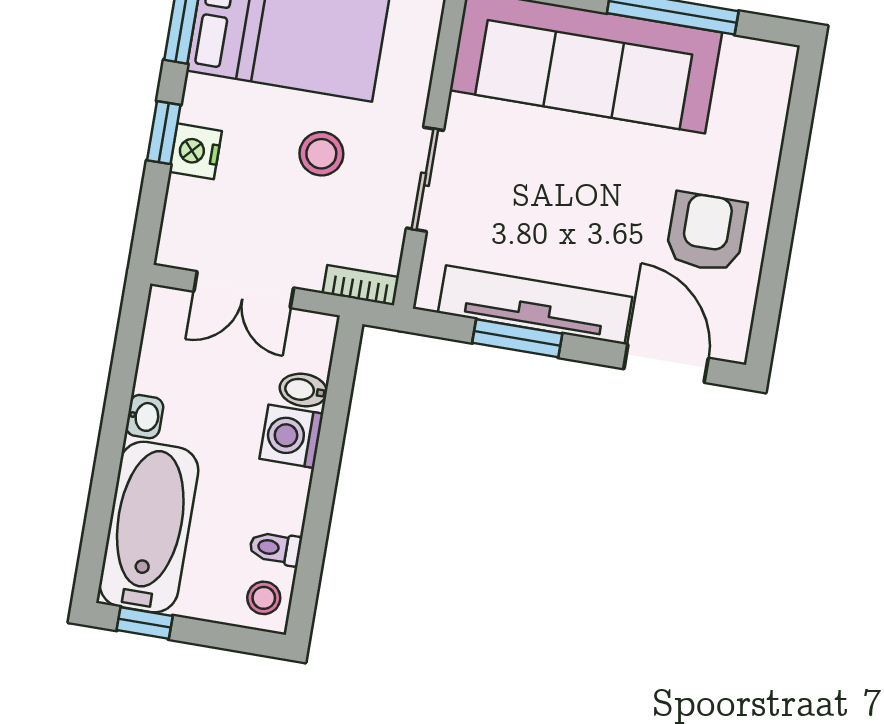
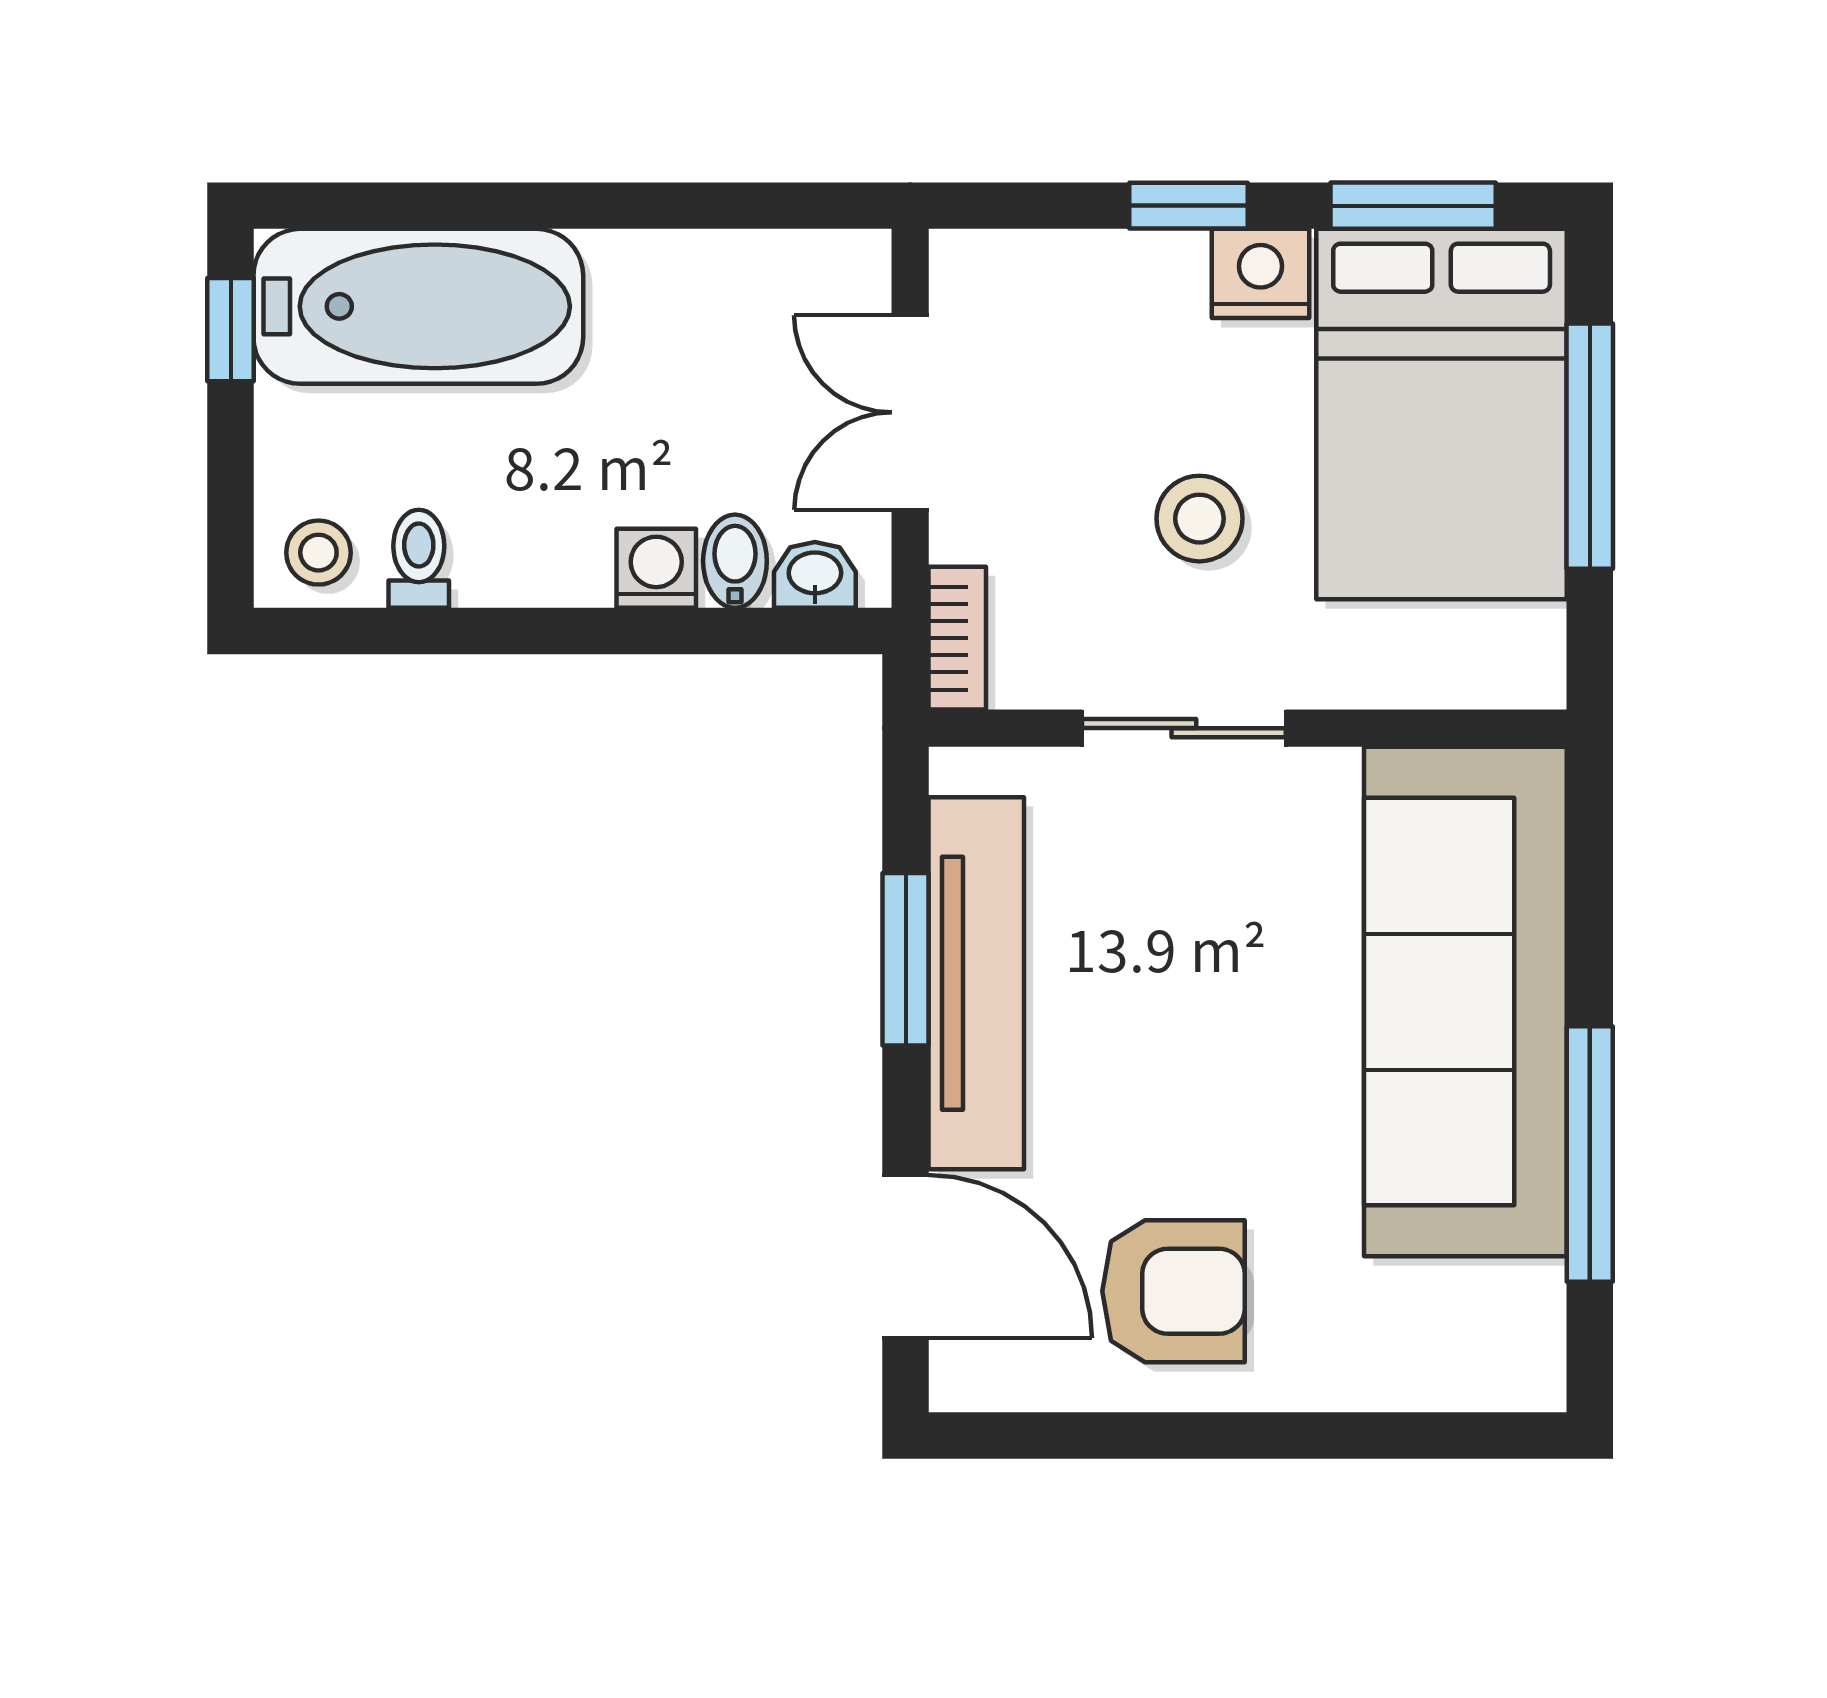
nightstand: (195, 151) -> (1261, 273), moved
door: (666, 363) -> (906, 1256), hinge flipped
washbasin: (145, 417) -> (815, 575), moved, turned 180
washing machine: (291, 436) -> (656, 568), width x0.73, depth x0.73

